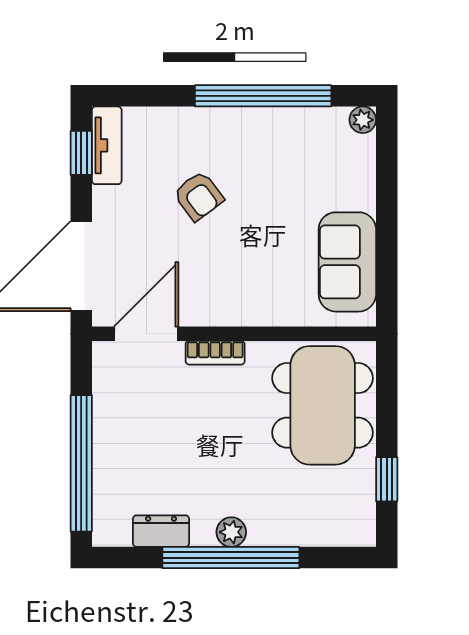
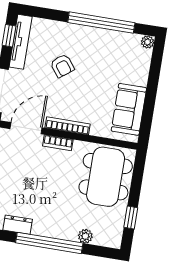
tv unit: (107, 145) -> (21, 42), width x1.41
bookcase: (229, 315) -> (68, 126), added
plant: (231, 532) -> (85, 236), moved

